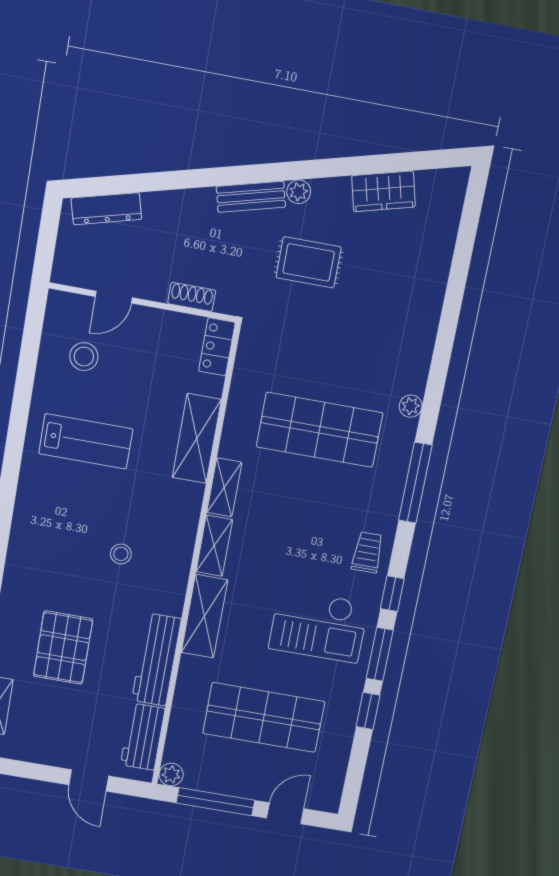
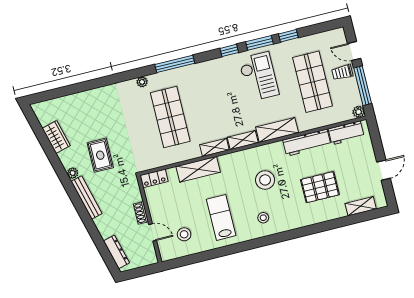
bench: (251, 197) -> (87, 198), width x1.36
shoe rack: (192, 297) -> (141, 213), moved
stool: (51, 520) -> (263, 218), added
trolley: (367, 552) -> (342, 72), moved
stool: (121, 554) -> (265, 180), width x1.89, depth x1.89
door: (89, 780) -> (384, 170), moved

